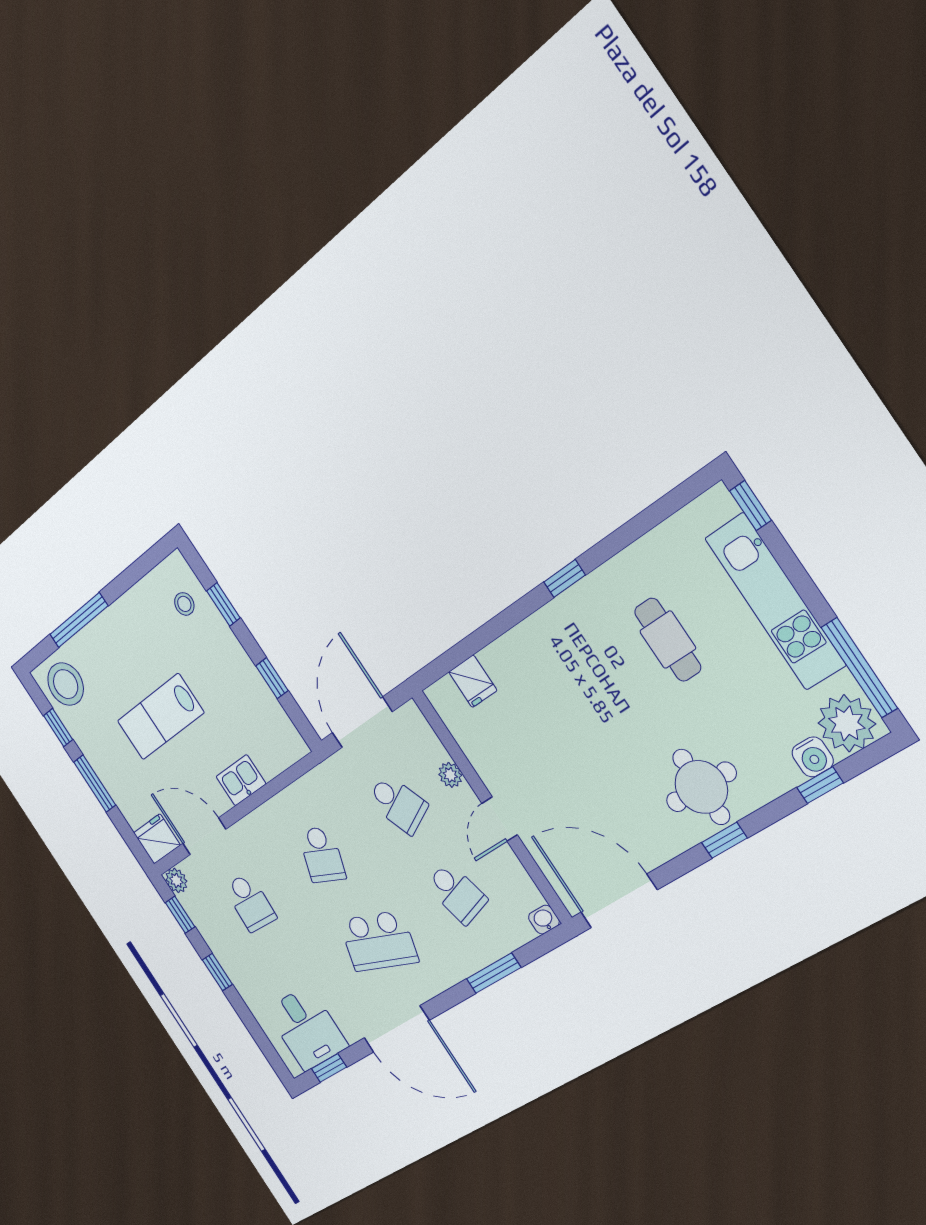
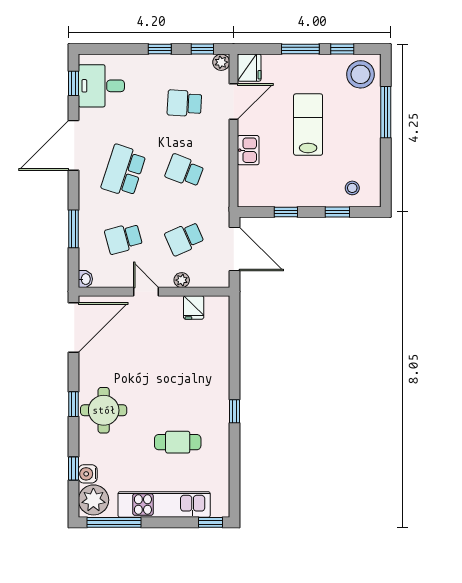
fridge: (473, 681) -> (194, 307), moved, turned -90

